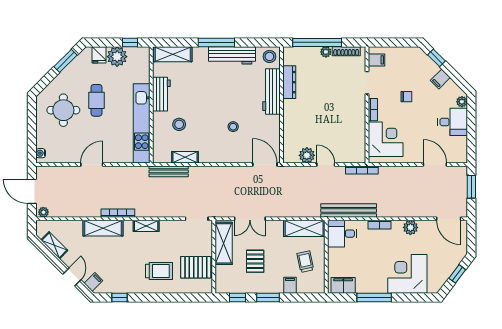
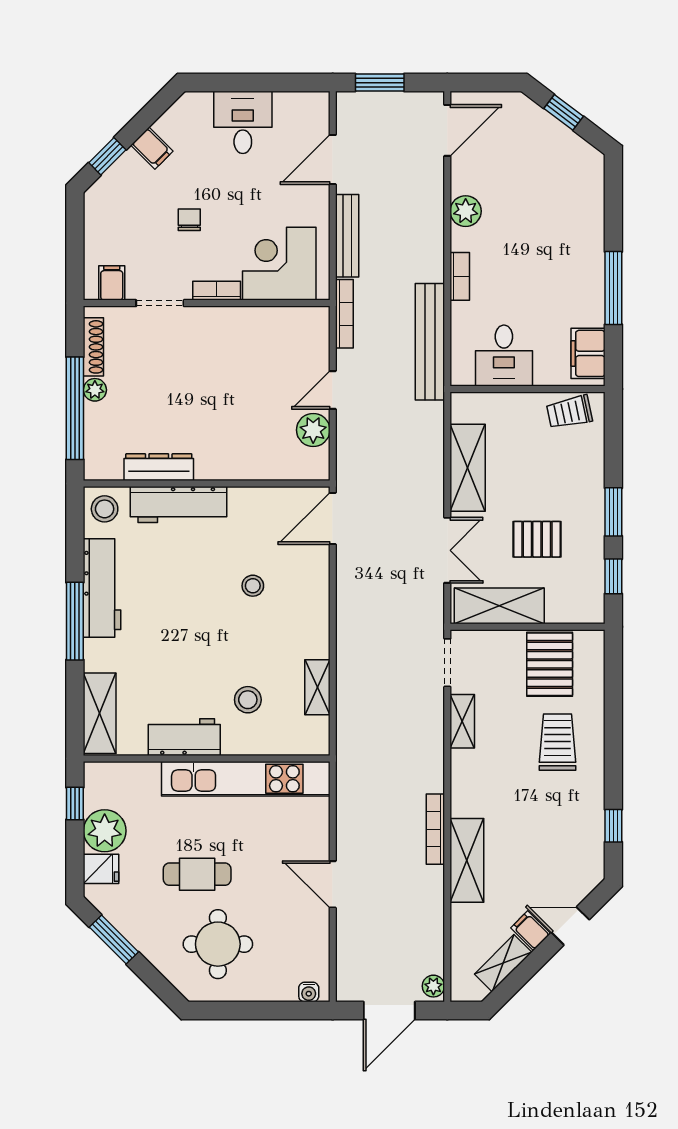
plant: (462, 102) -> (200, 103), removed
bench: (169, 171) -> (347, 236), moved
shelving: (146, 226) -> (462, 721), moved
shelving: (304, 228) -> (468, 468), moved
desk: (342, 234) -> (504, 356), moved
trolley: (305, 262) -> (569, 412), moved
corner desk: (407, 274) -> (564, 218), removed
filing cabinet: (93, 282) -> (531, 931), moved
filing cabinet: (290, 285) -> (588, 466), removed

